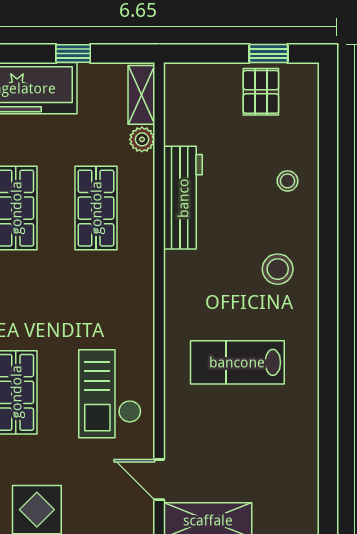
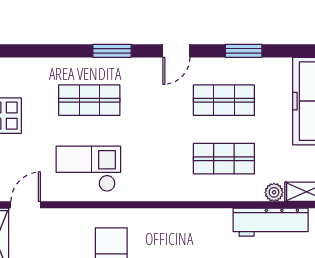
workbench: (183, 198) -> (271, 222), moved

